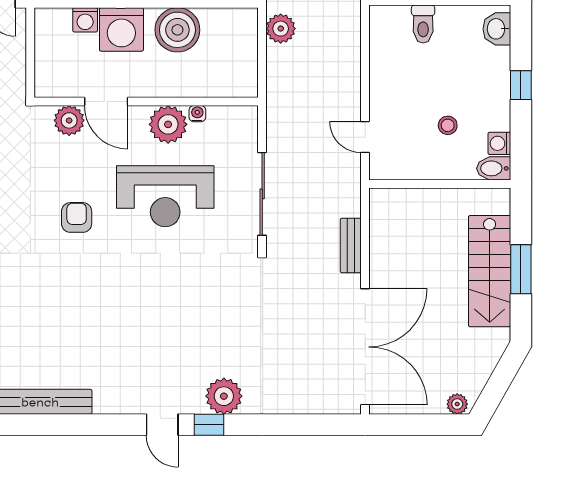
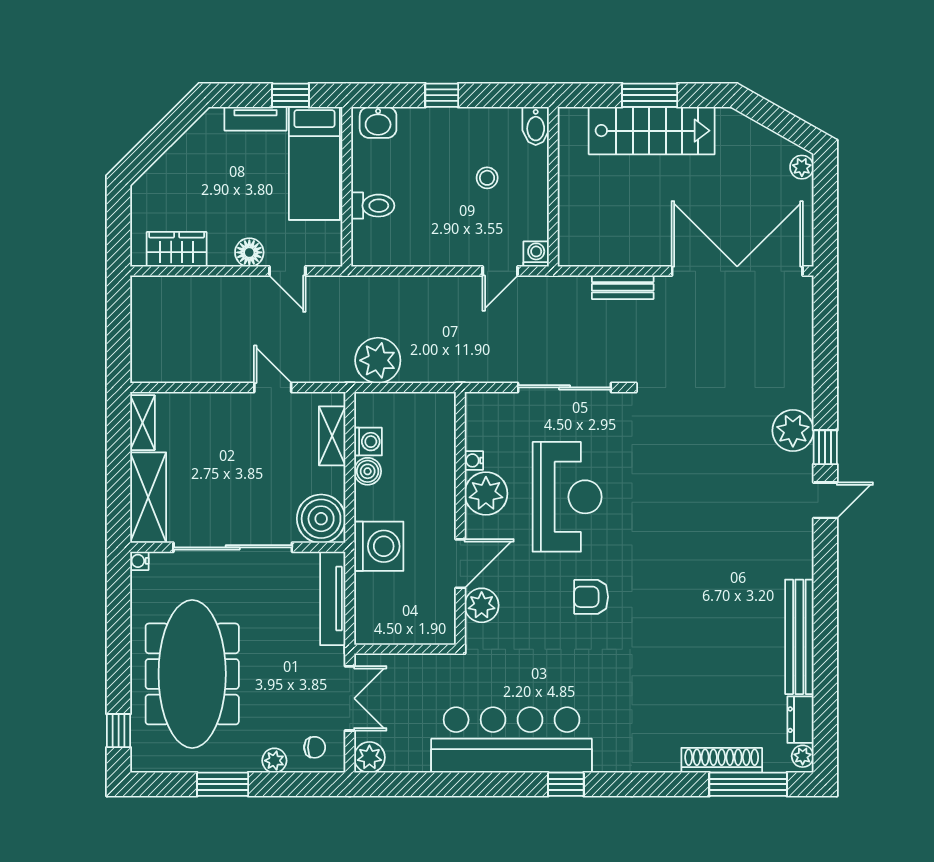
washing machine: (85, 20) -> (368, 442), moved
plant: (281, 29) -> (378, 360), width x1.36, depth x1.36
boiler: (177, 30) -> (368, 471), width x0.54, depth x0.54
washing machine: (499, 143) -> (536, 254), moved, turned 180

